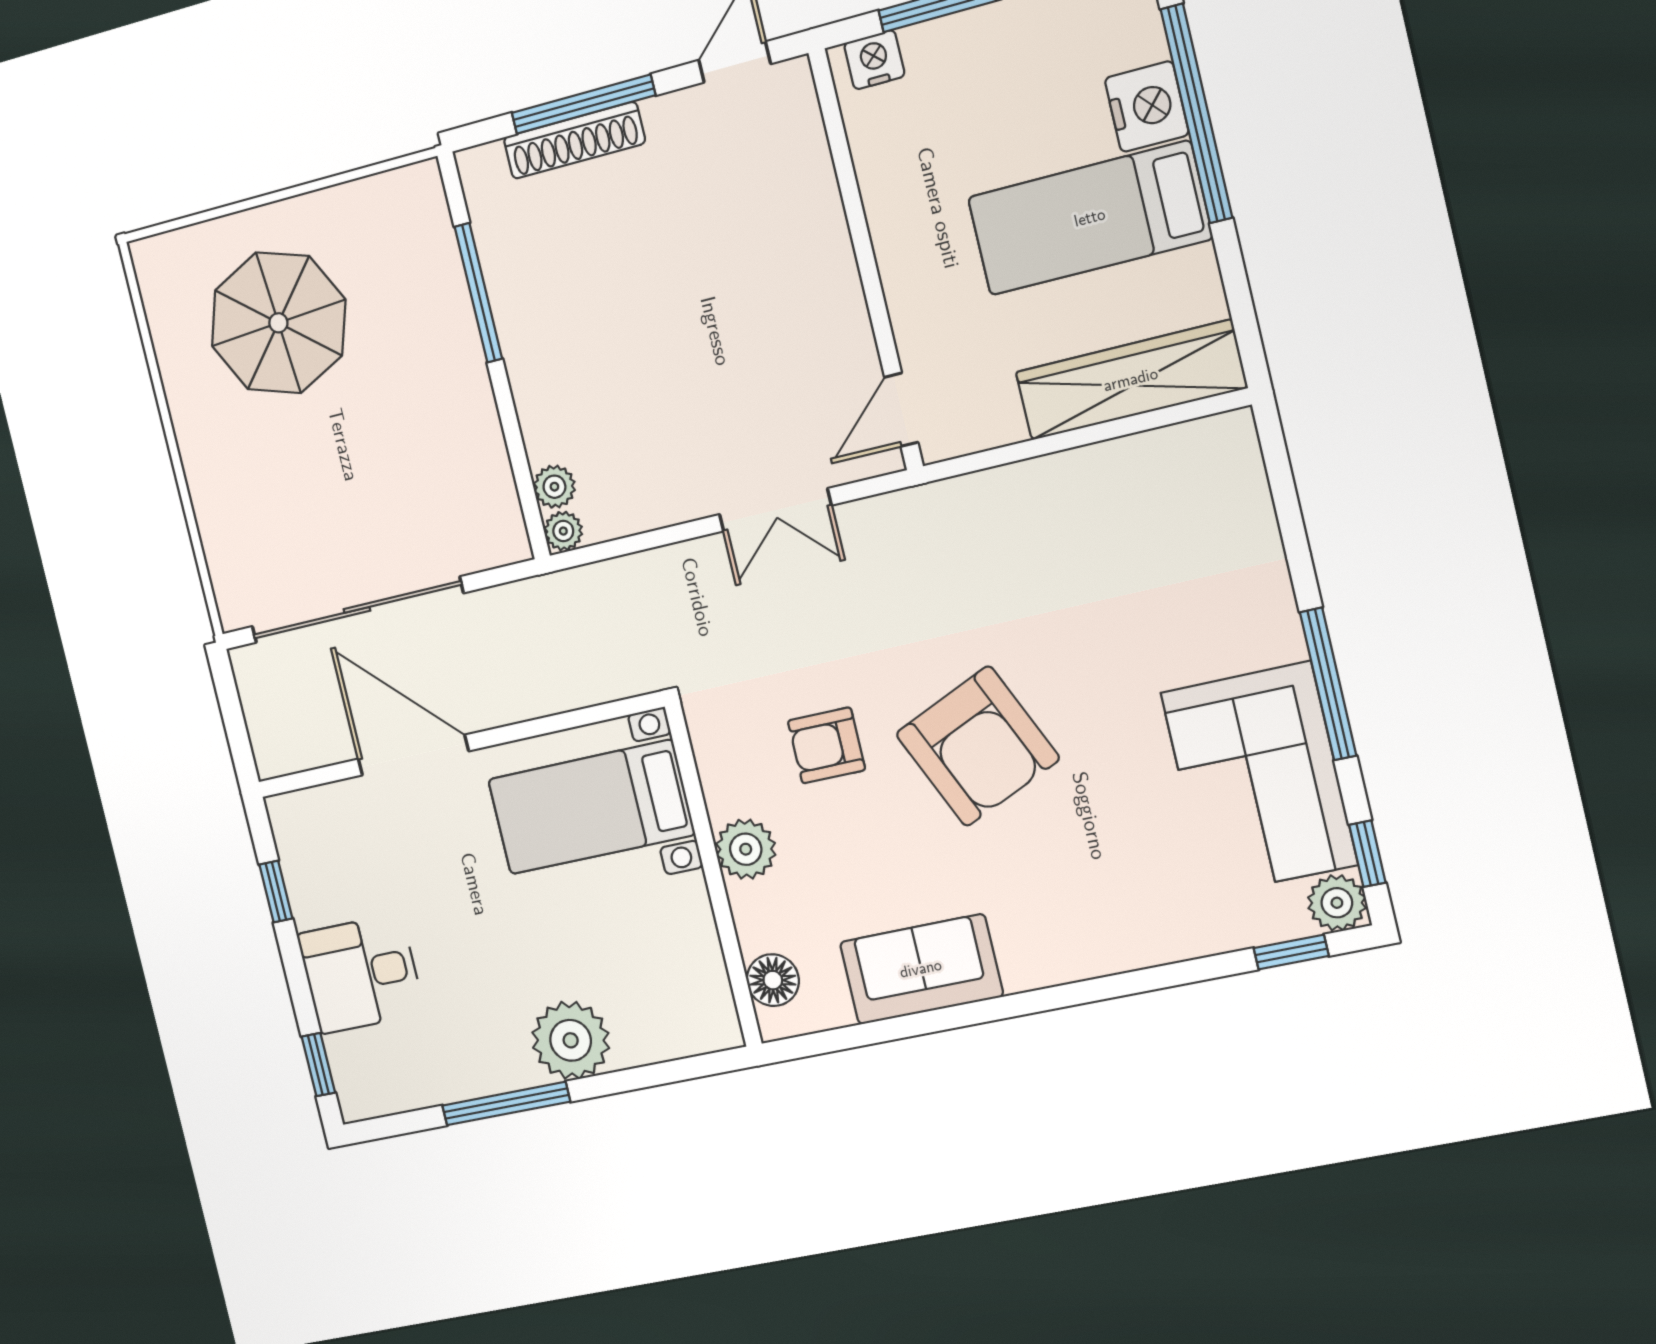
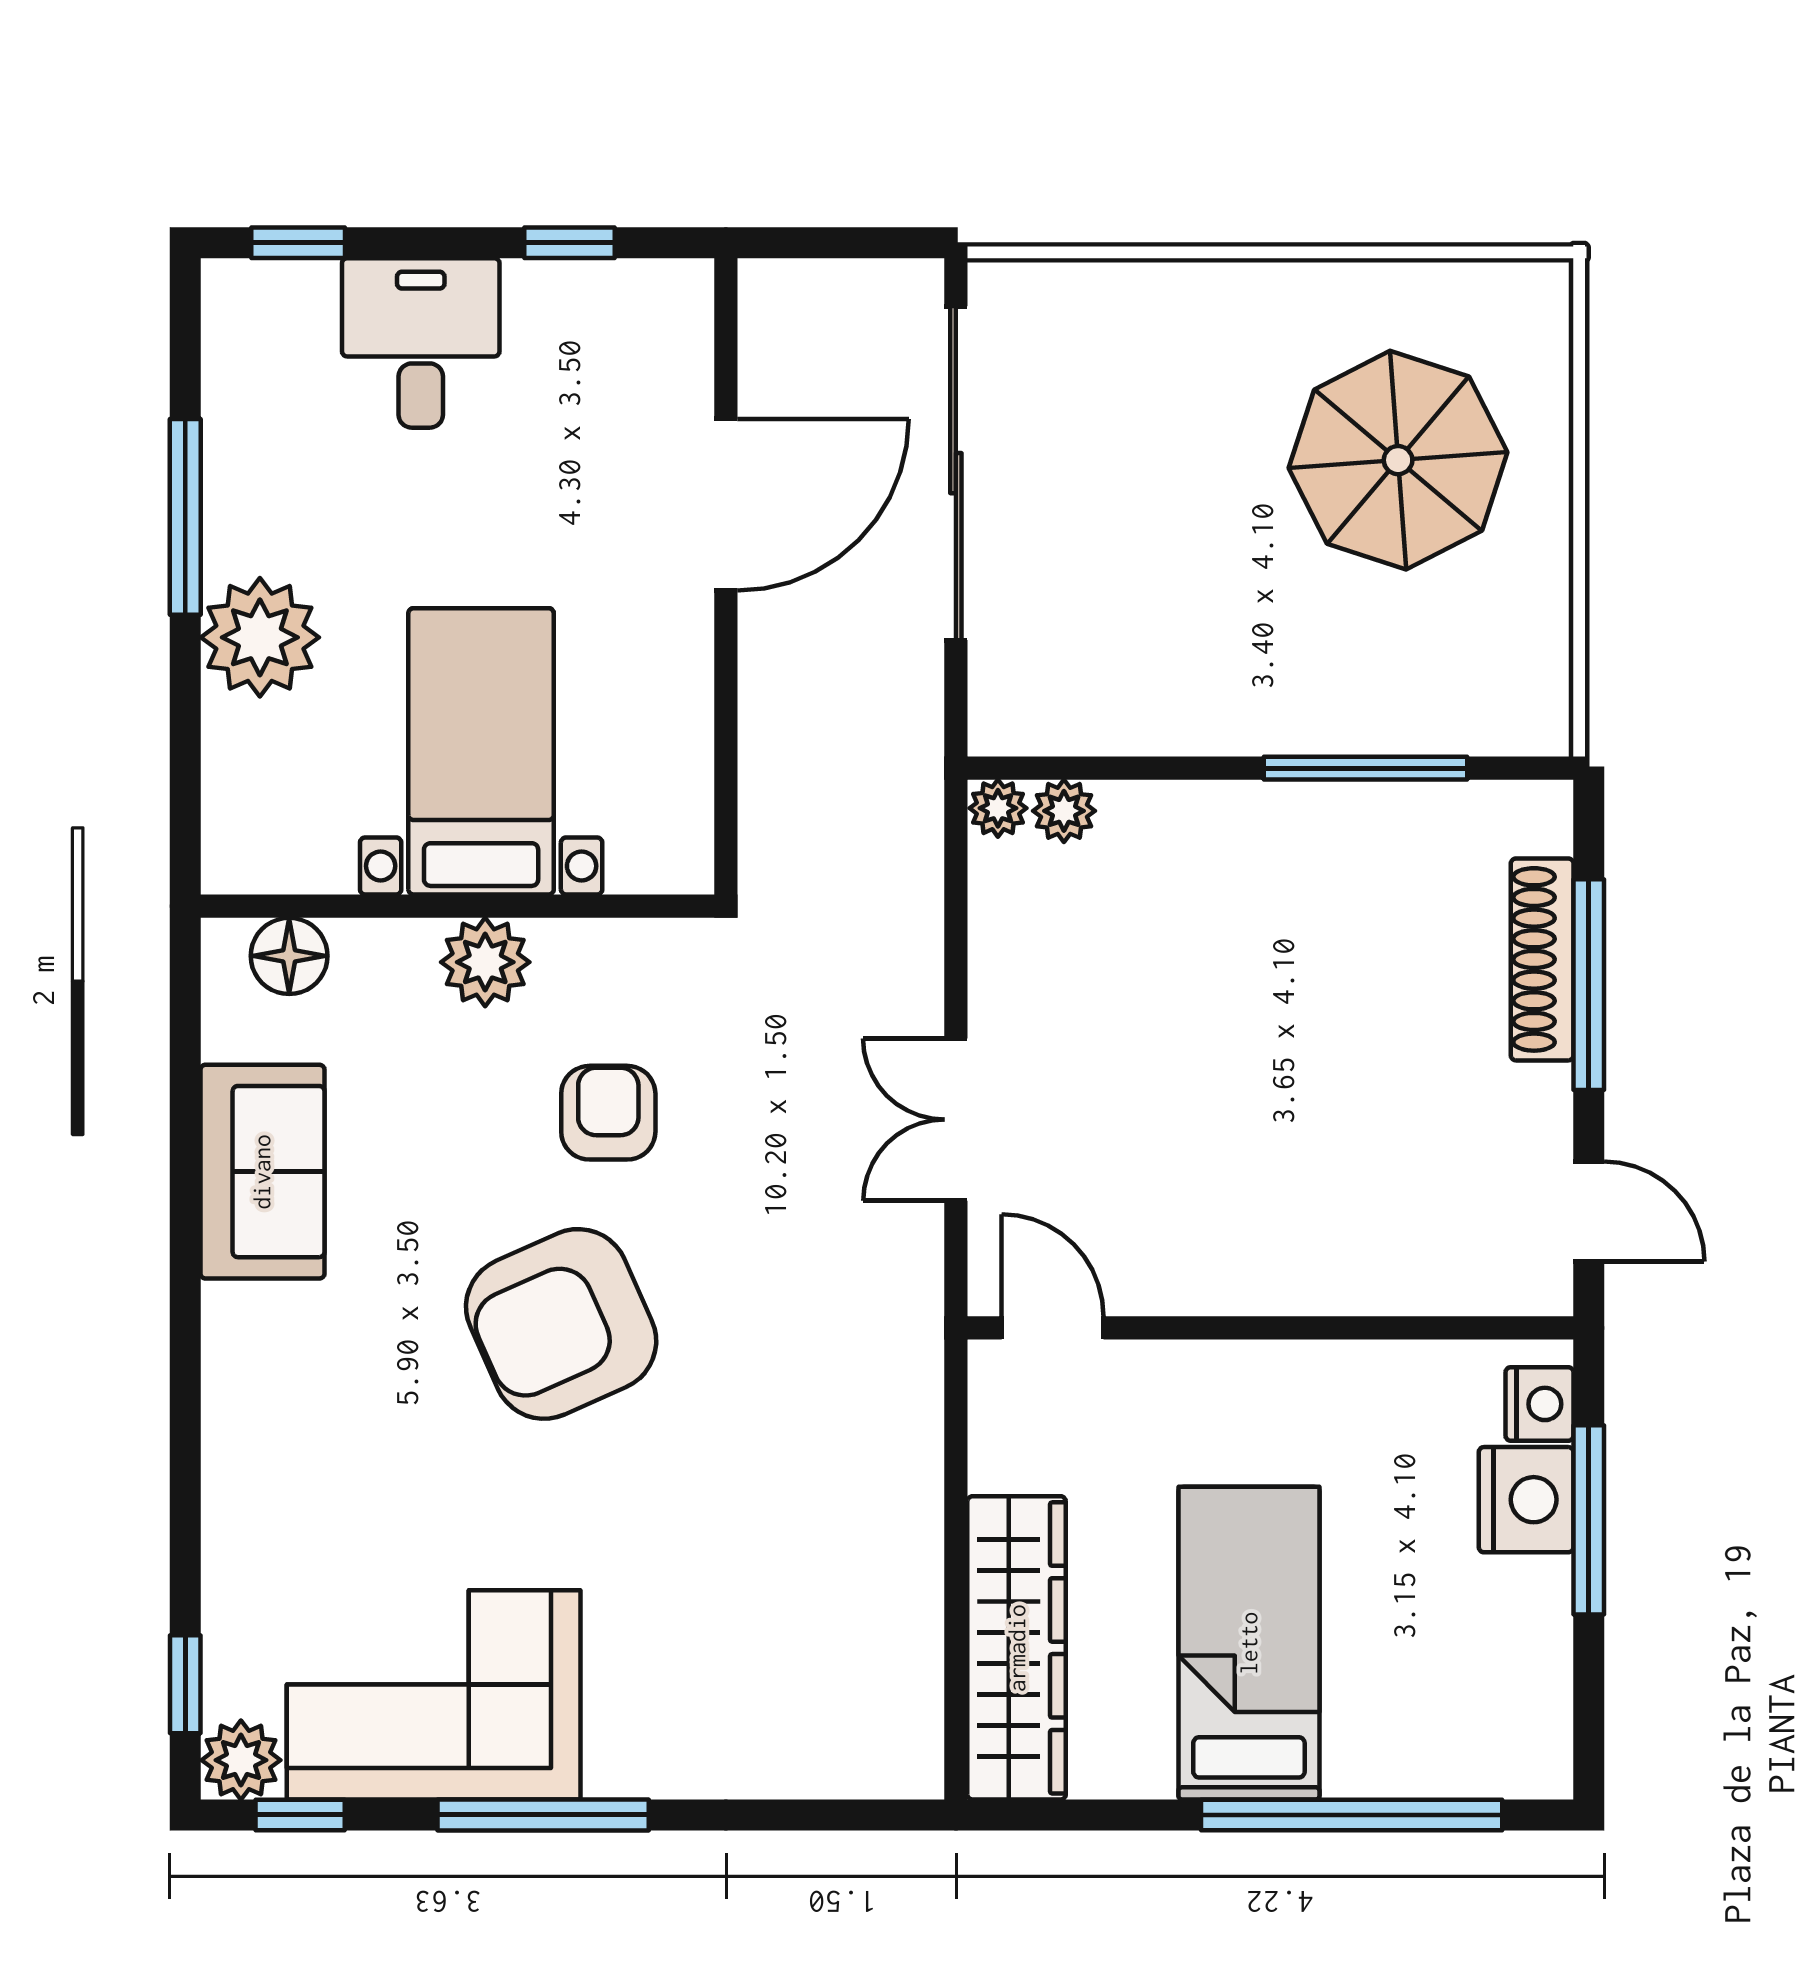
nightstand: (1147, 107) -> (1526, 1500), moved, turned -90
bed with nightstands: (591, 807) -> (481, 751), moved

